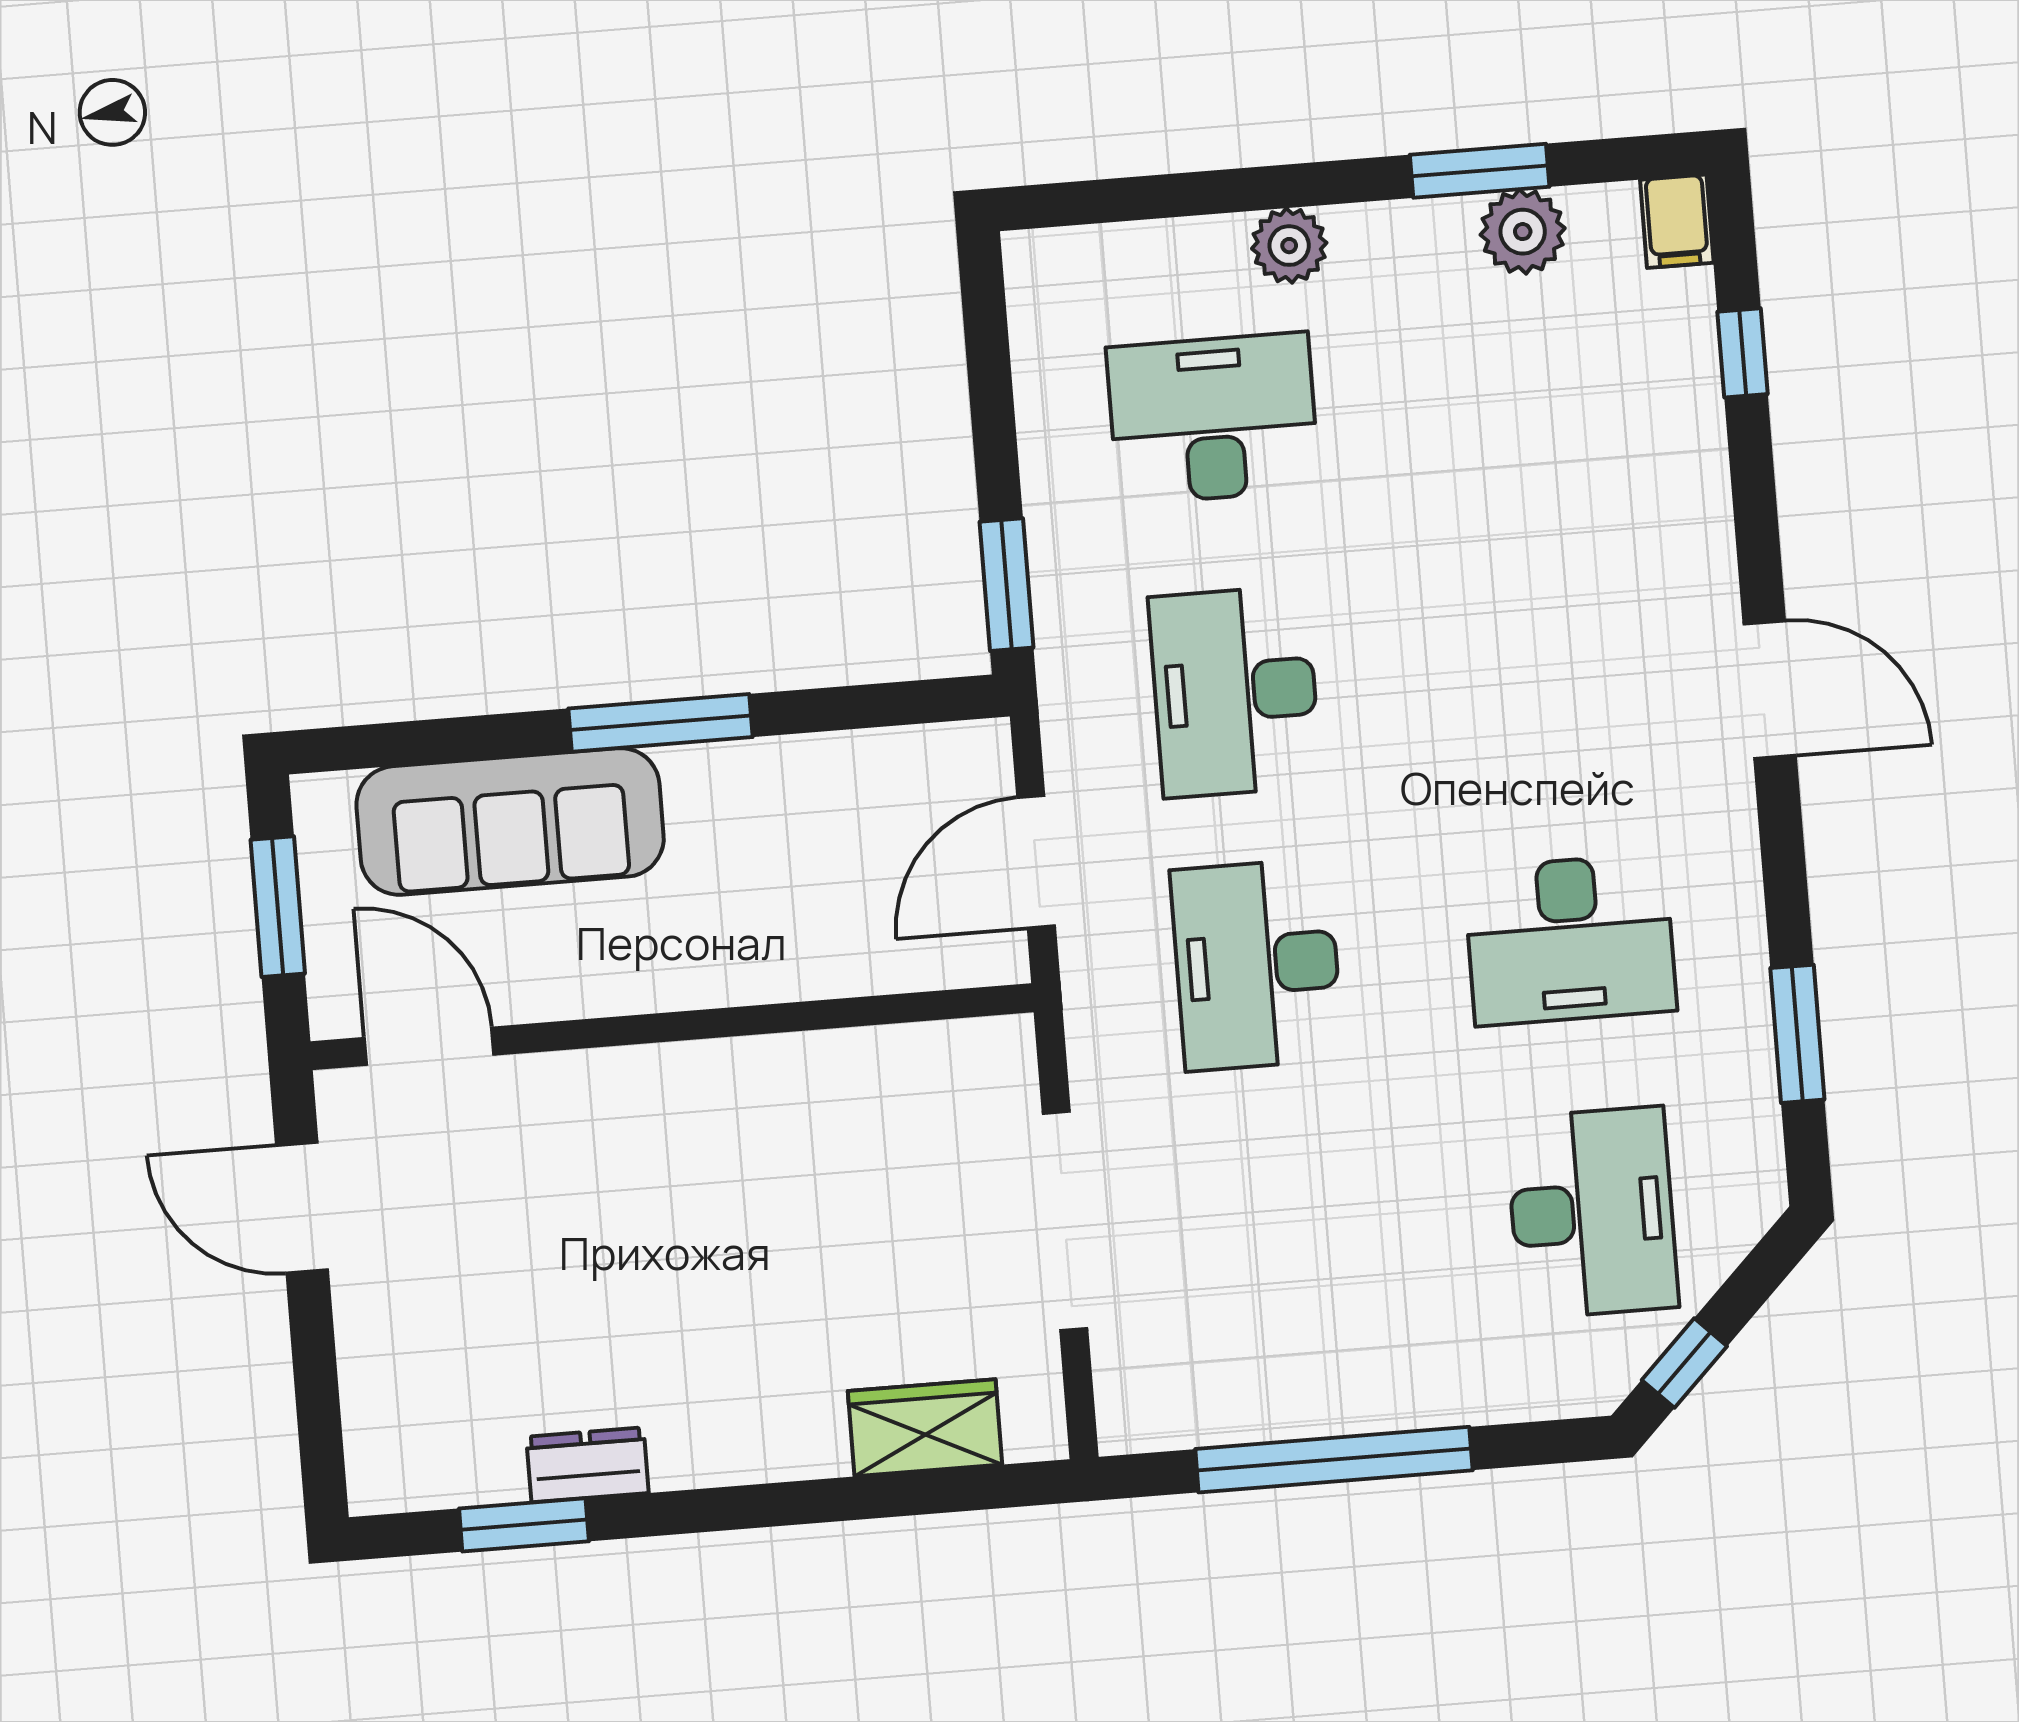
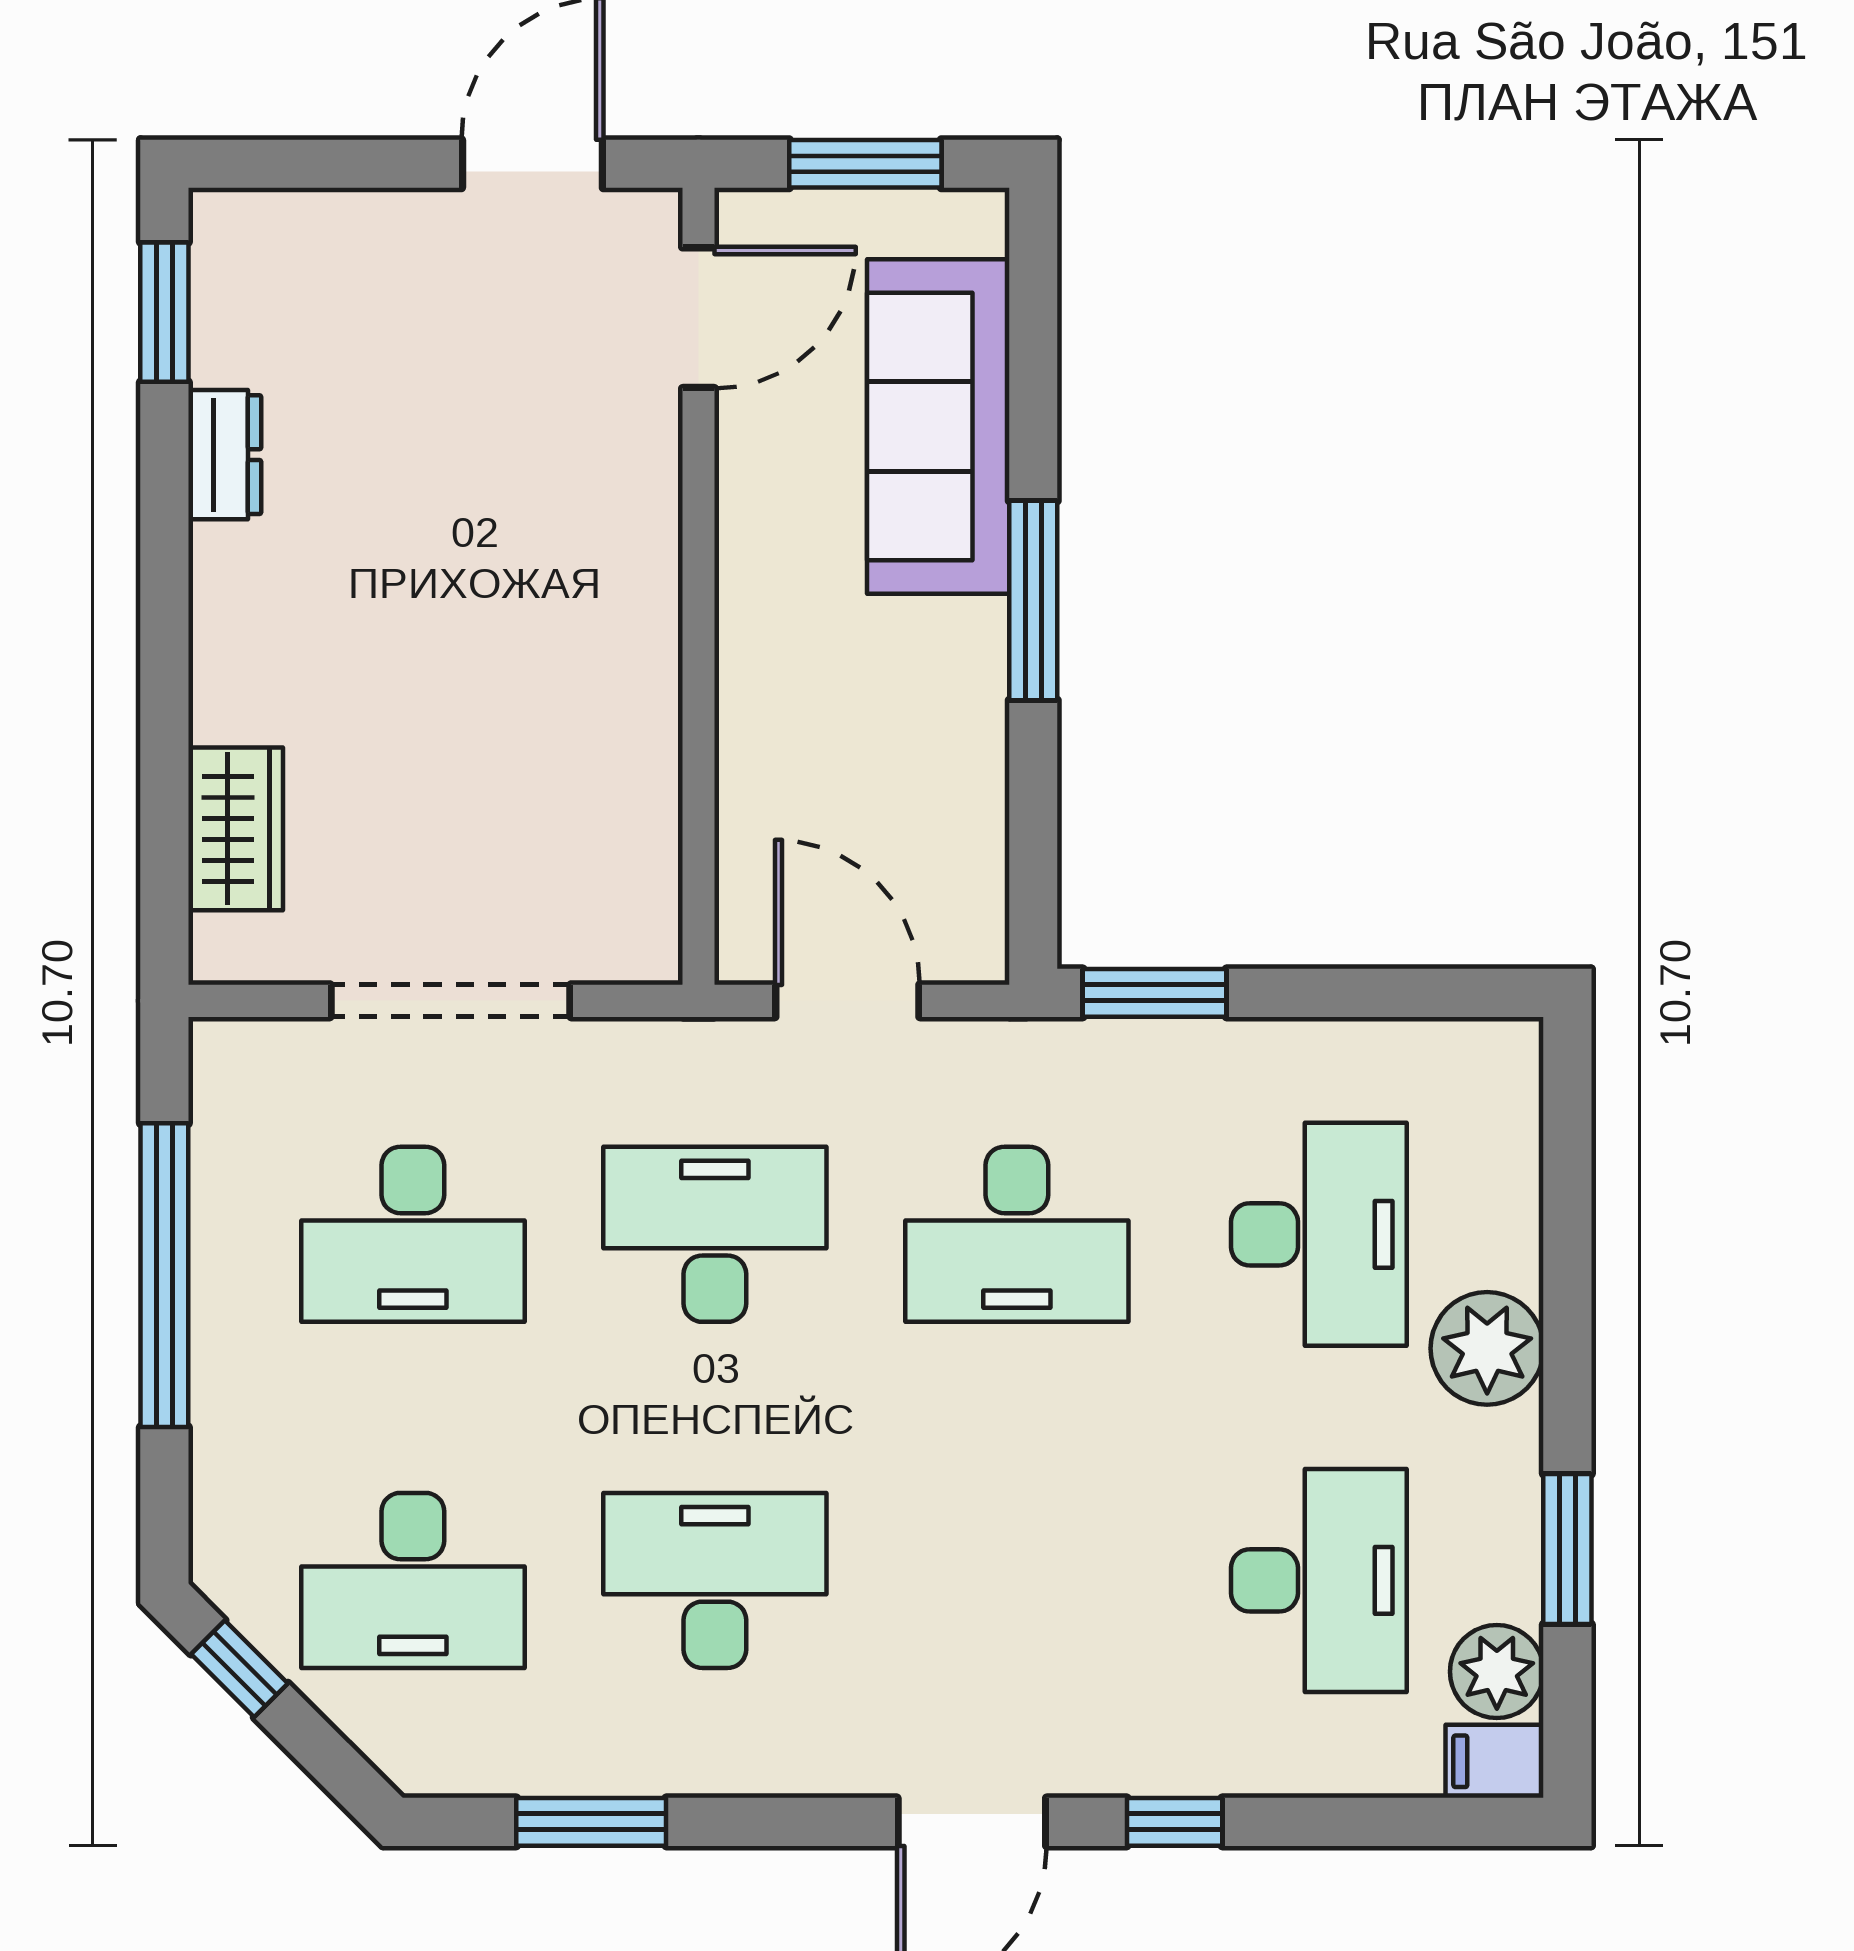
plant: (1523, 232) -> (1497, 1672), moved
plant: (1289, 246) -> (1487, 1348), width x1.36, depth x1.36
window: (1743, 353) -> (1175, 1822), moved
desk: (1526, 393) -> (1319, 1580), added
desk: (1235, 692) -> (1017, 1234), turned 180
desk: (1570, 940) -> (715, 1580), turned 90
desk: (1279, 1238) -> (413, 1234), added
window: (524, 1525) -> (164, 312), moved

